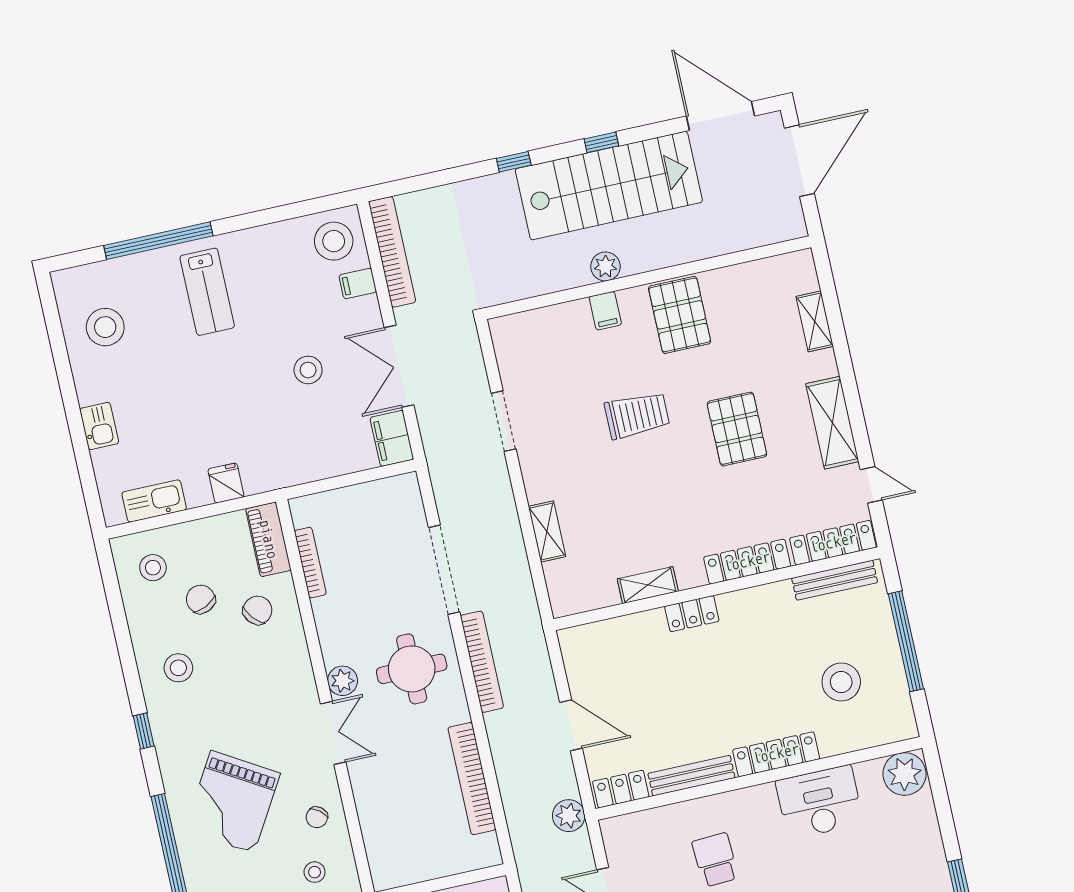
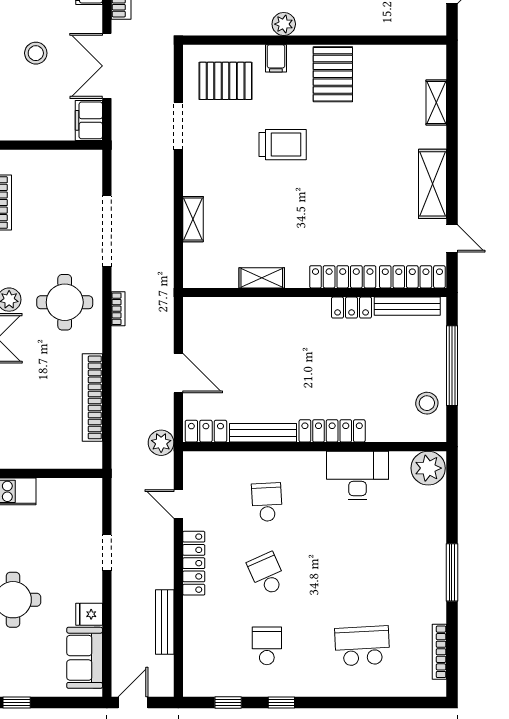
pallet: (737, 429) -> (226, 81), moved, turned 90
locker: (692, 614) -> (352, 308), moved
bookcase: (482, 662) -> (118, 309), width x0.43, depth x0.76
stool: (841, 682) -> (427, 403), moved, width x0.73, depth x0.73

